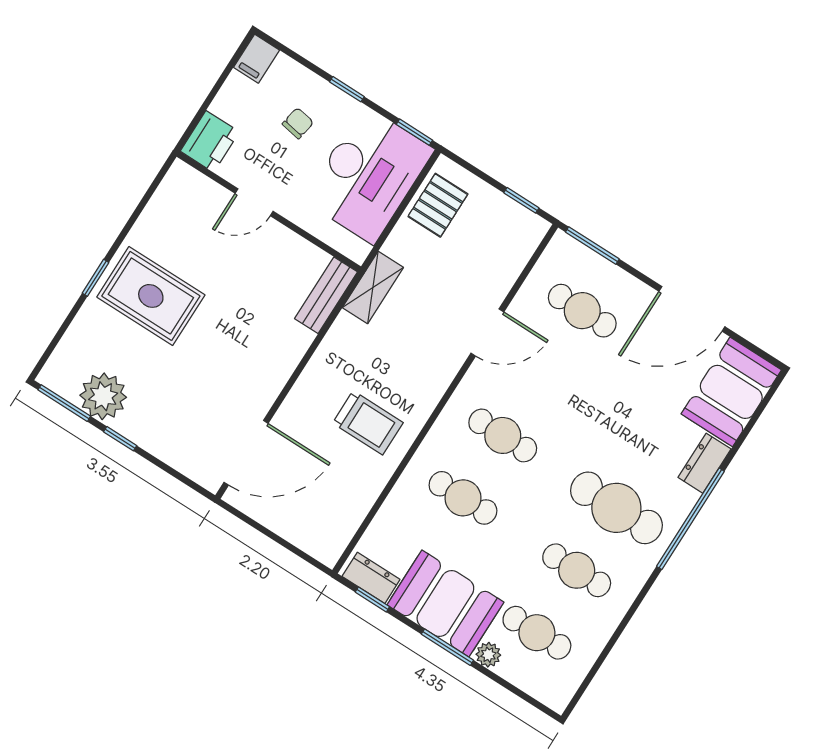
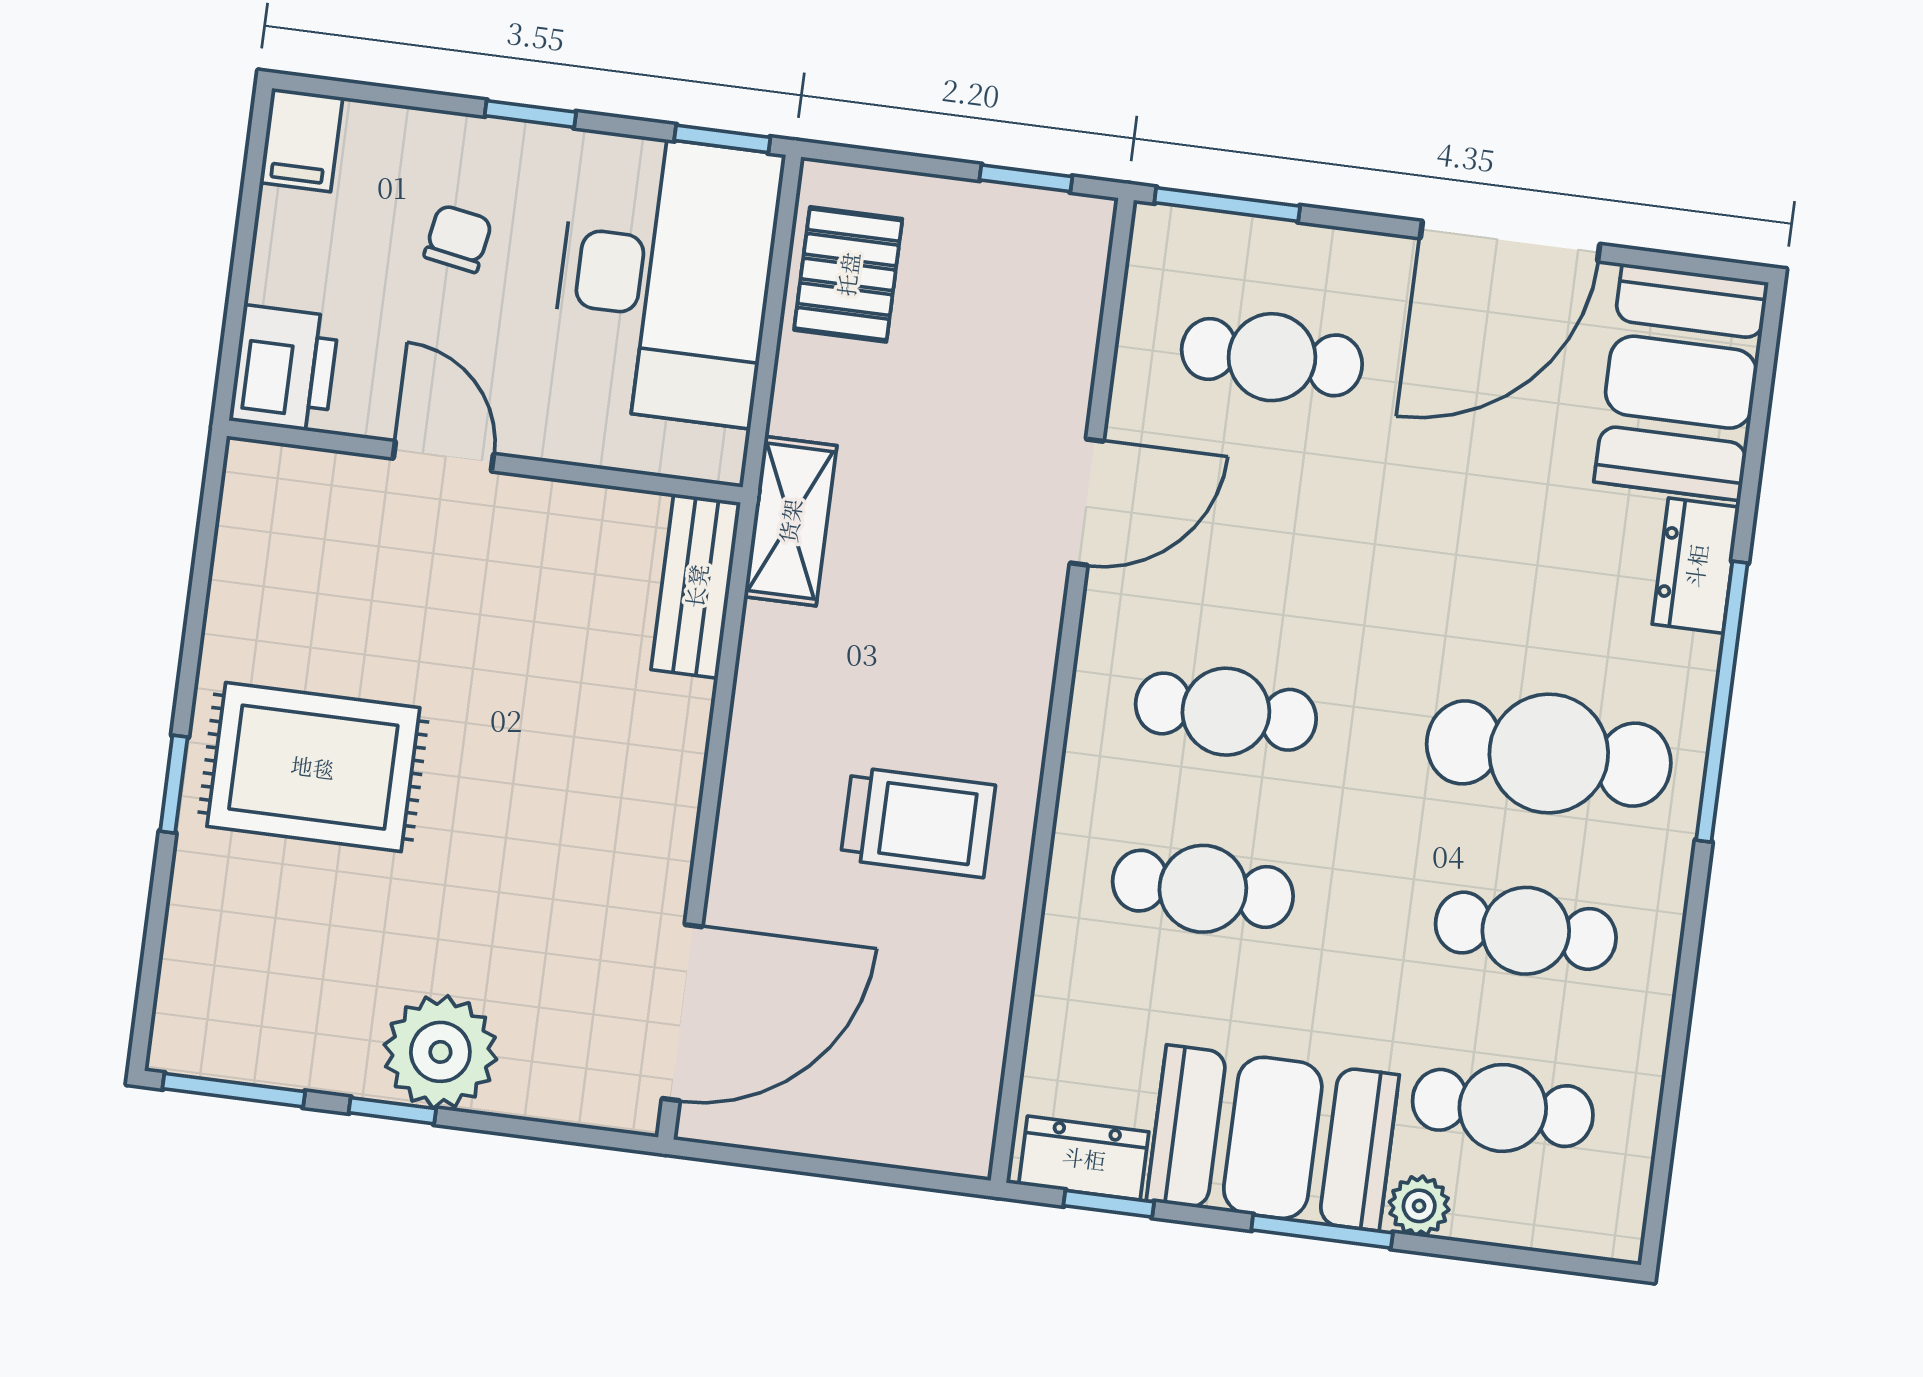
door: (254, 202) -> (443, 456), swing flipped
plant: (103, 396) -> (440, 1052), moved

